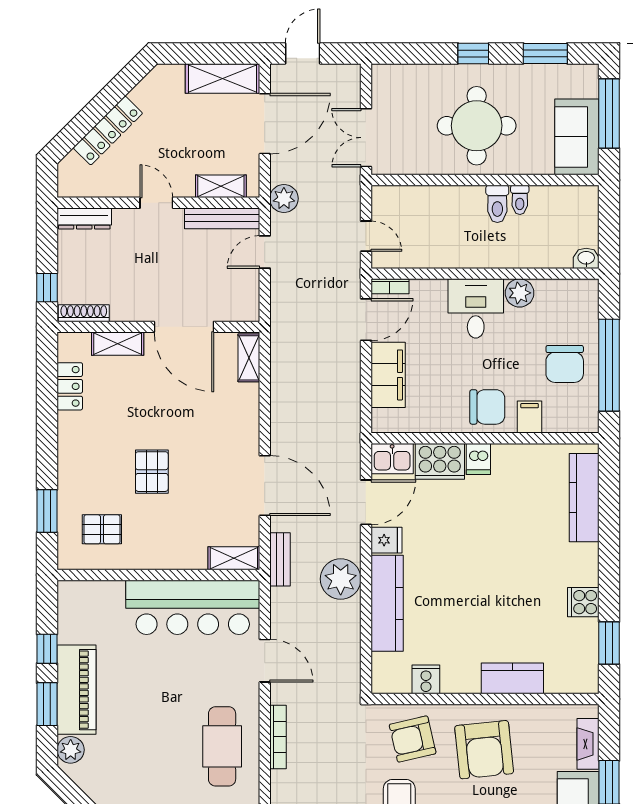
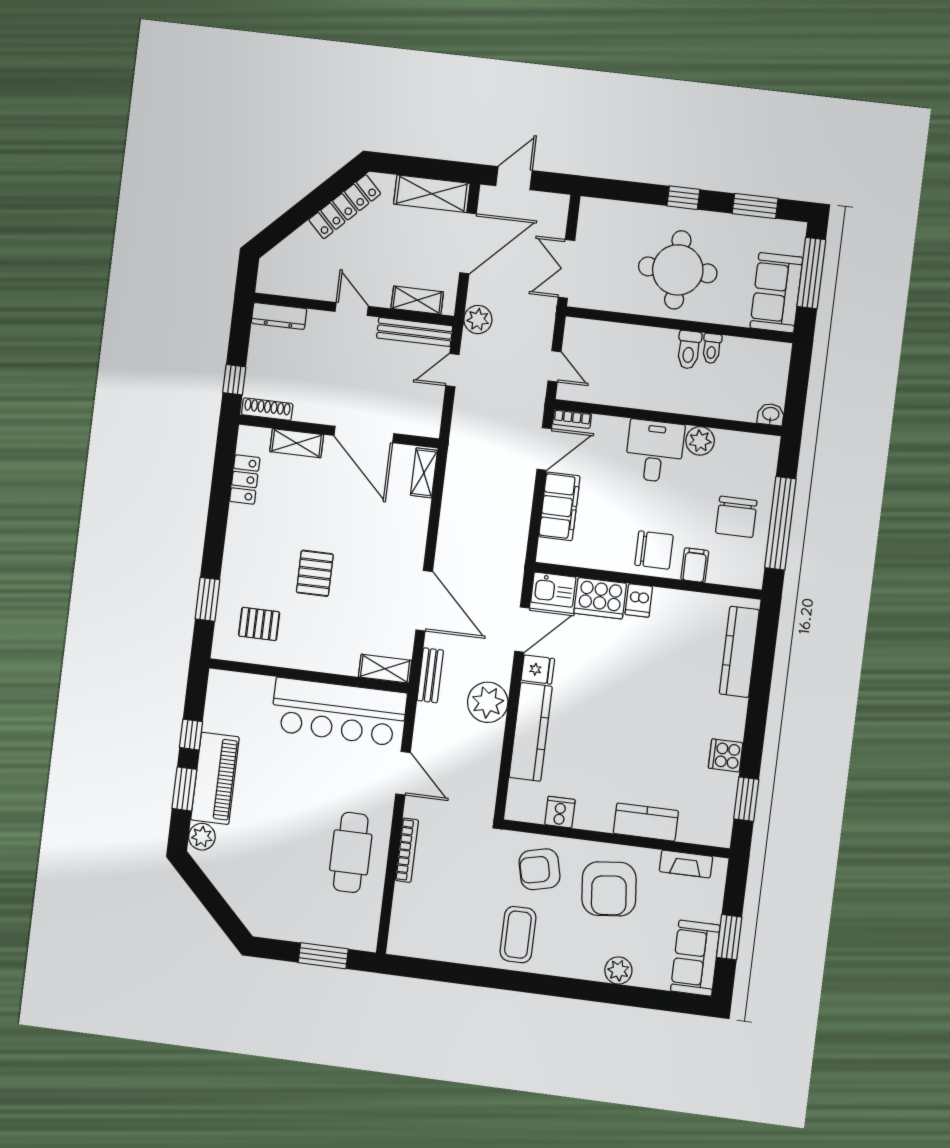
locker: (108, 130) -> (345, 207), moved
fireplace: (588, 744) -> (686, 864), moved, turned -90

